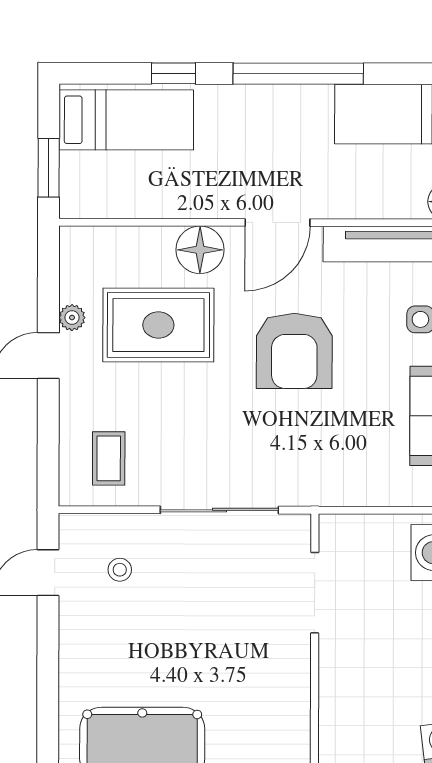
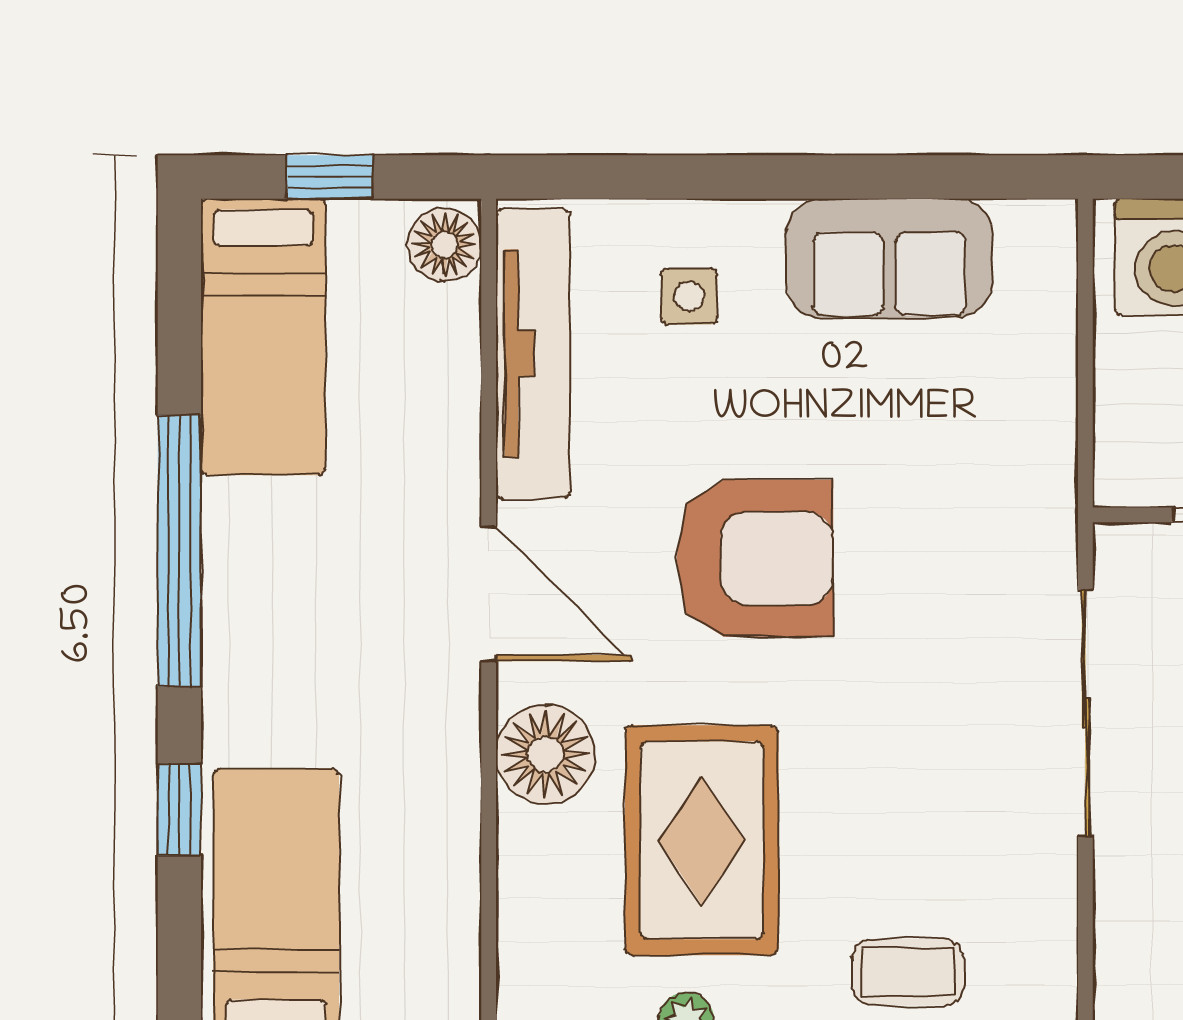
coffee table: (109, 458) -> (908, 972), moved

